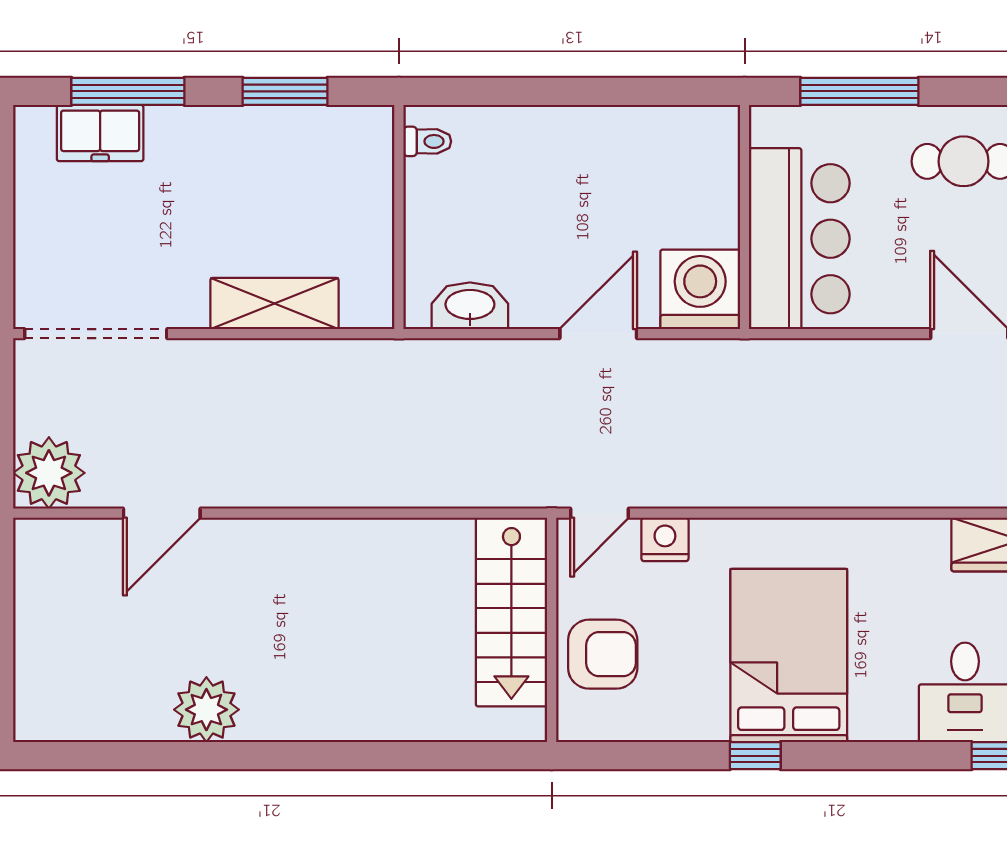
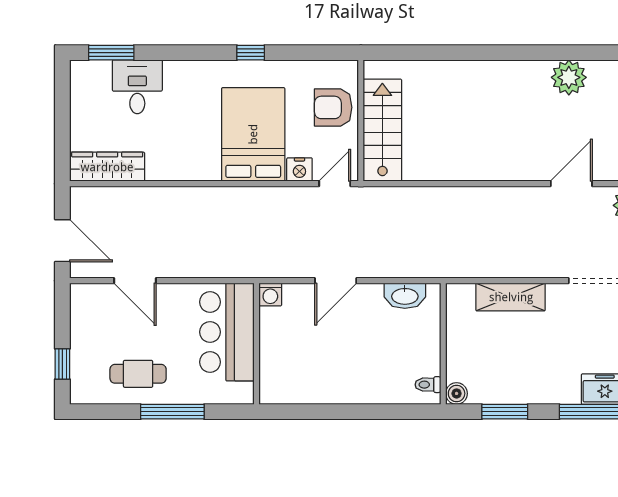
window: (859, 91) -> (172, 412), moved
boiler: (374, 125) -> (457, 393), added
washing machine: (700, 289) -> (270, 294), width x0.53, depth x0.53
bed: (789, 655) -> (253, 134), moved, turned 180
plant: (206, 710) -> (569, 77), moved

